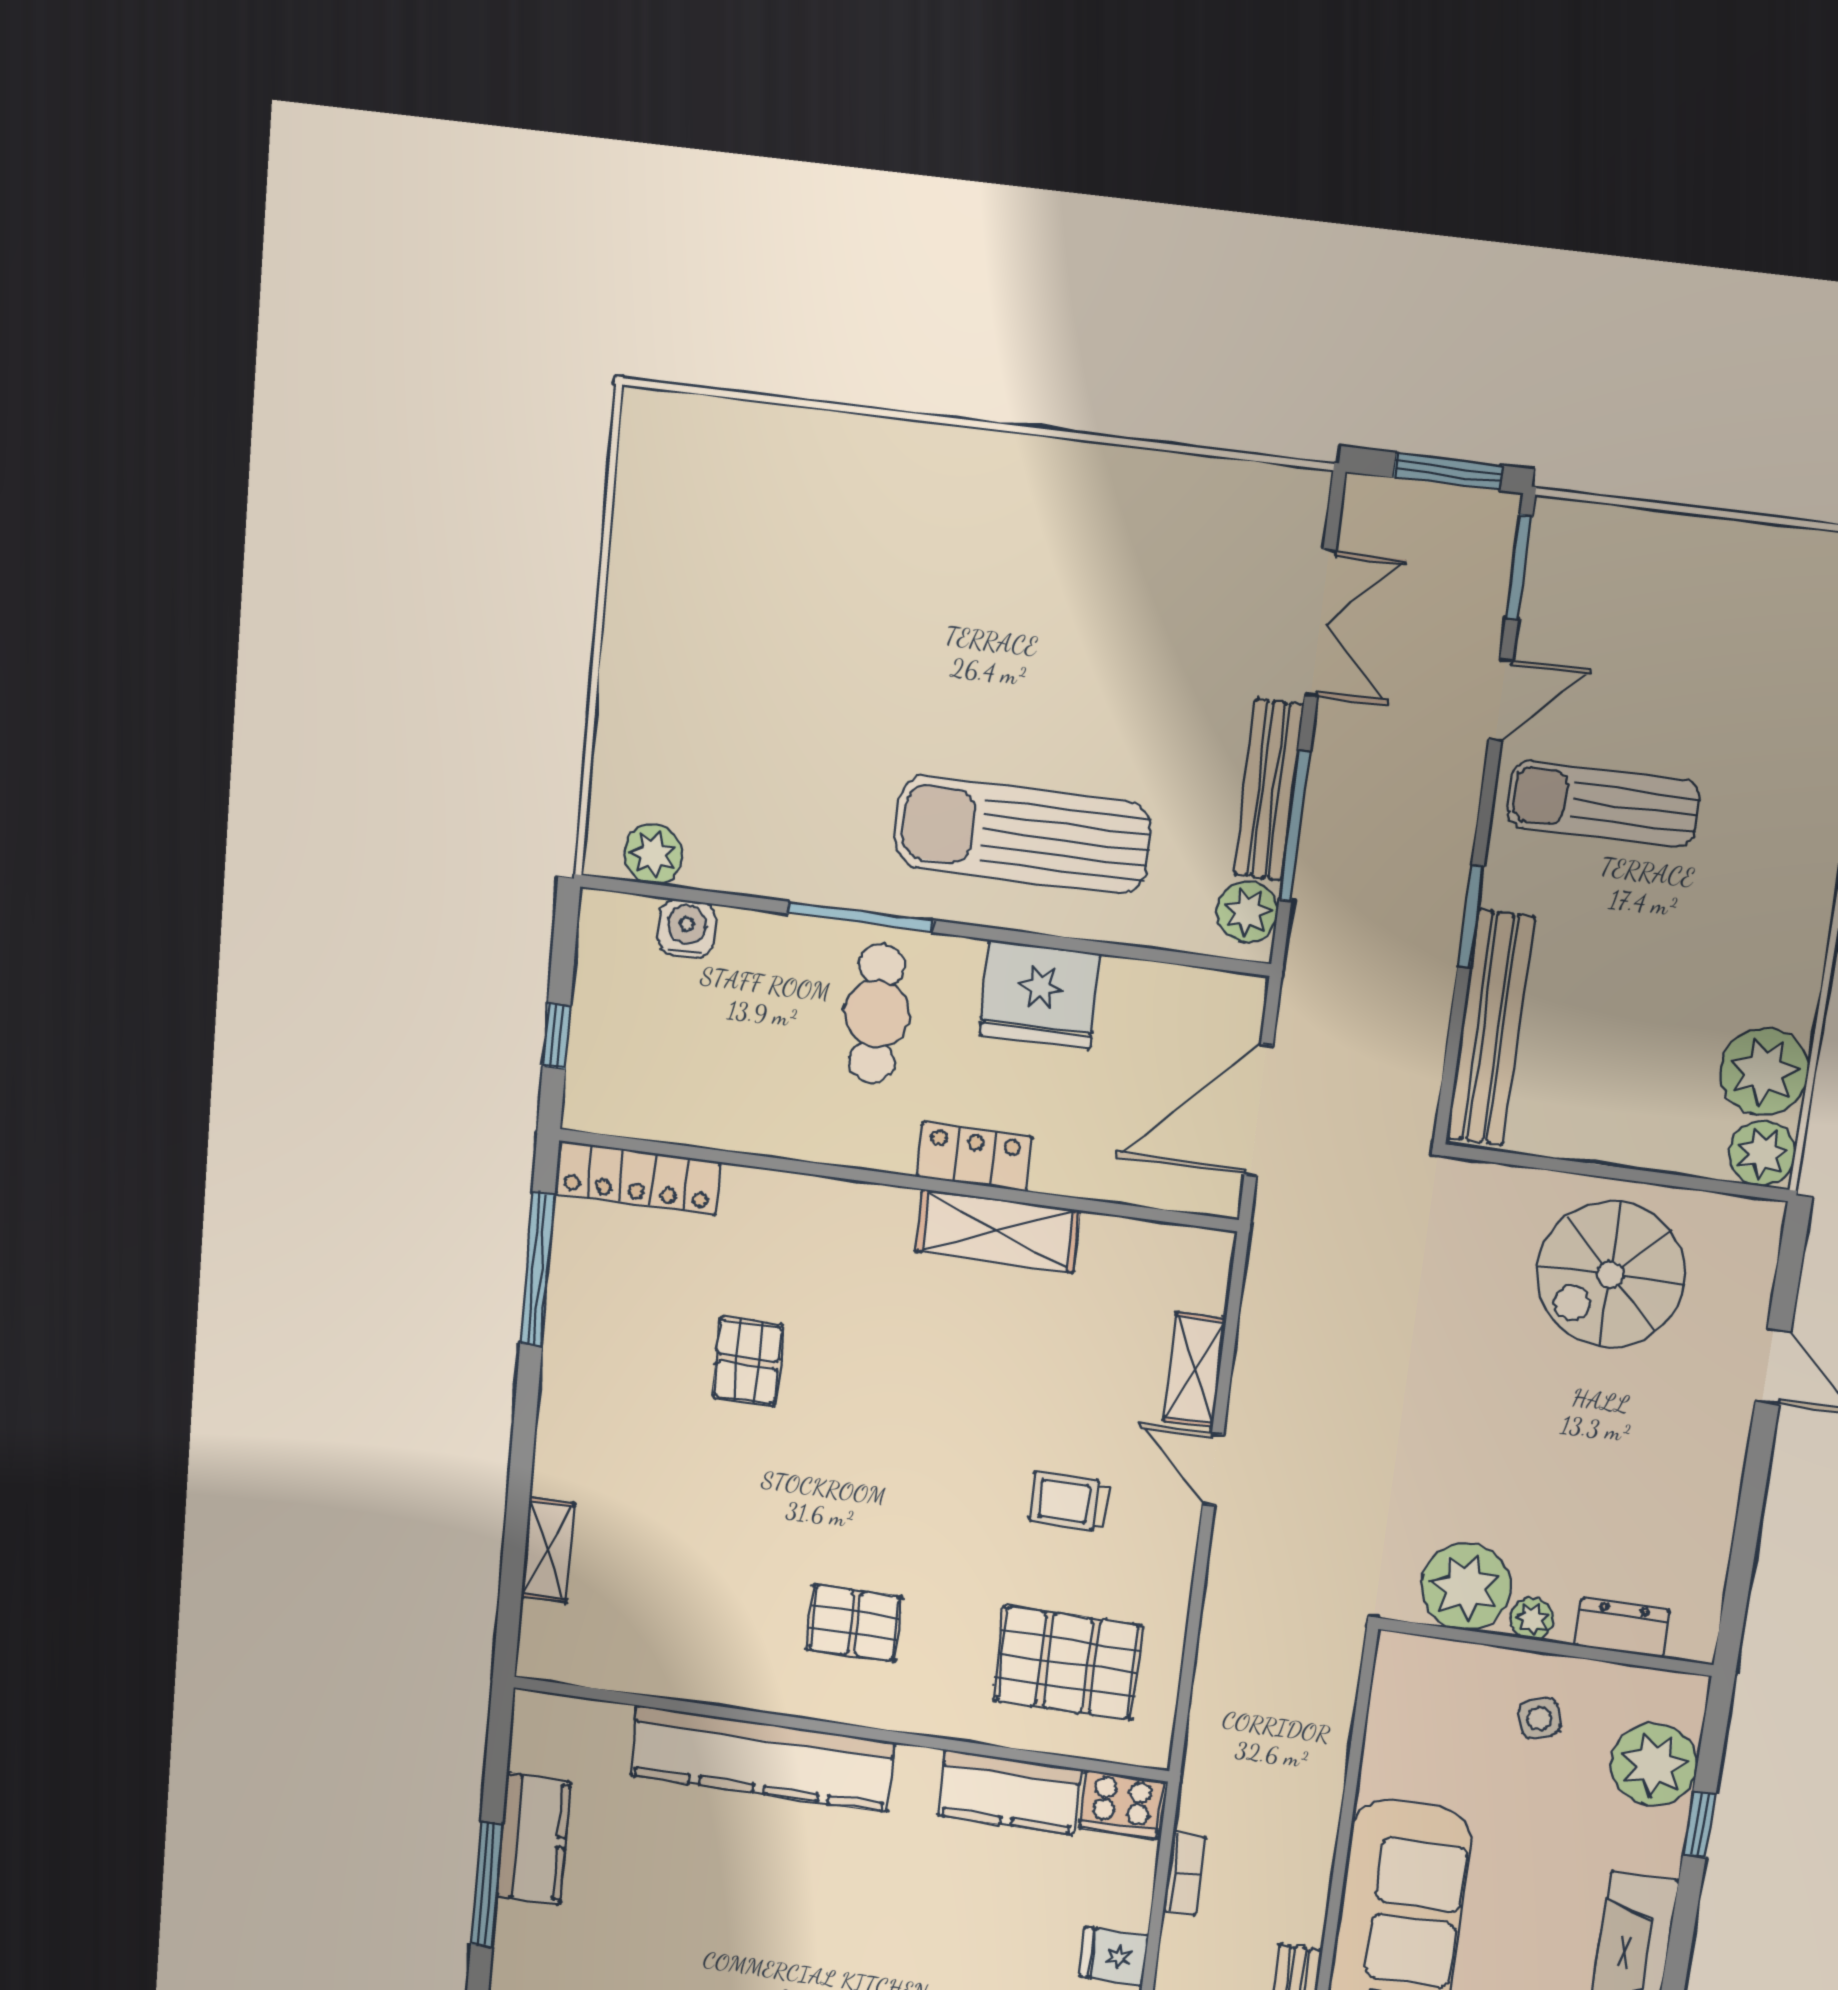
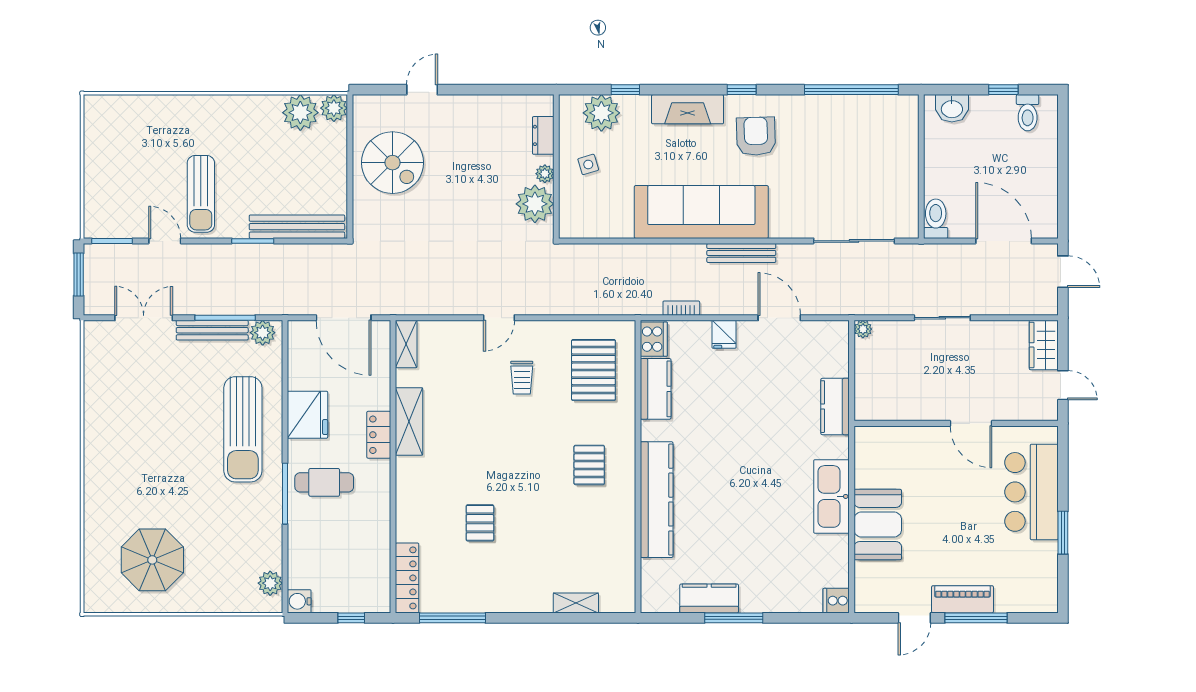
parasol: (734, 573) -> (152, 560), added
water cooler: (687, 929) -> (299, 601), moved
pallet: (748, 1361) -> (480, 523), turned 90
shelving: (1195, 1370) -> (406, 344), moved, turned 90

